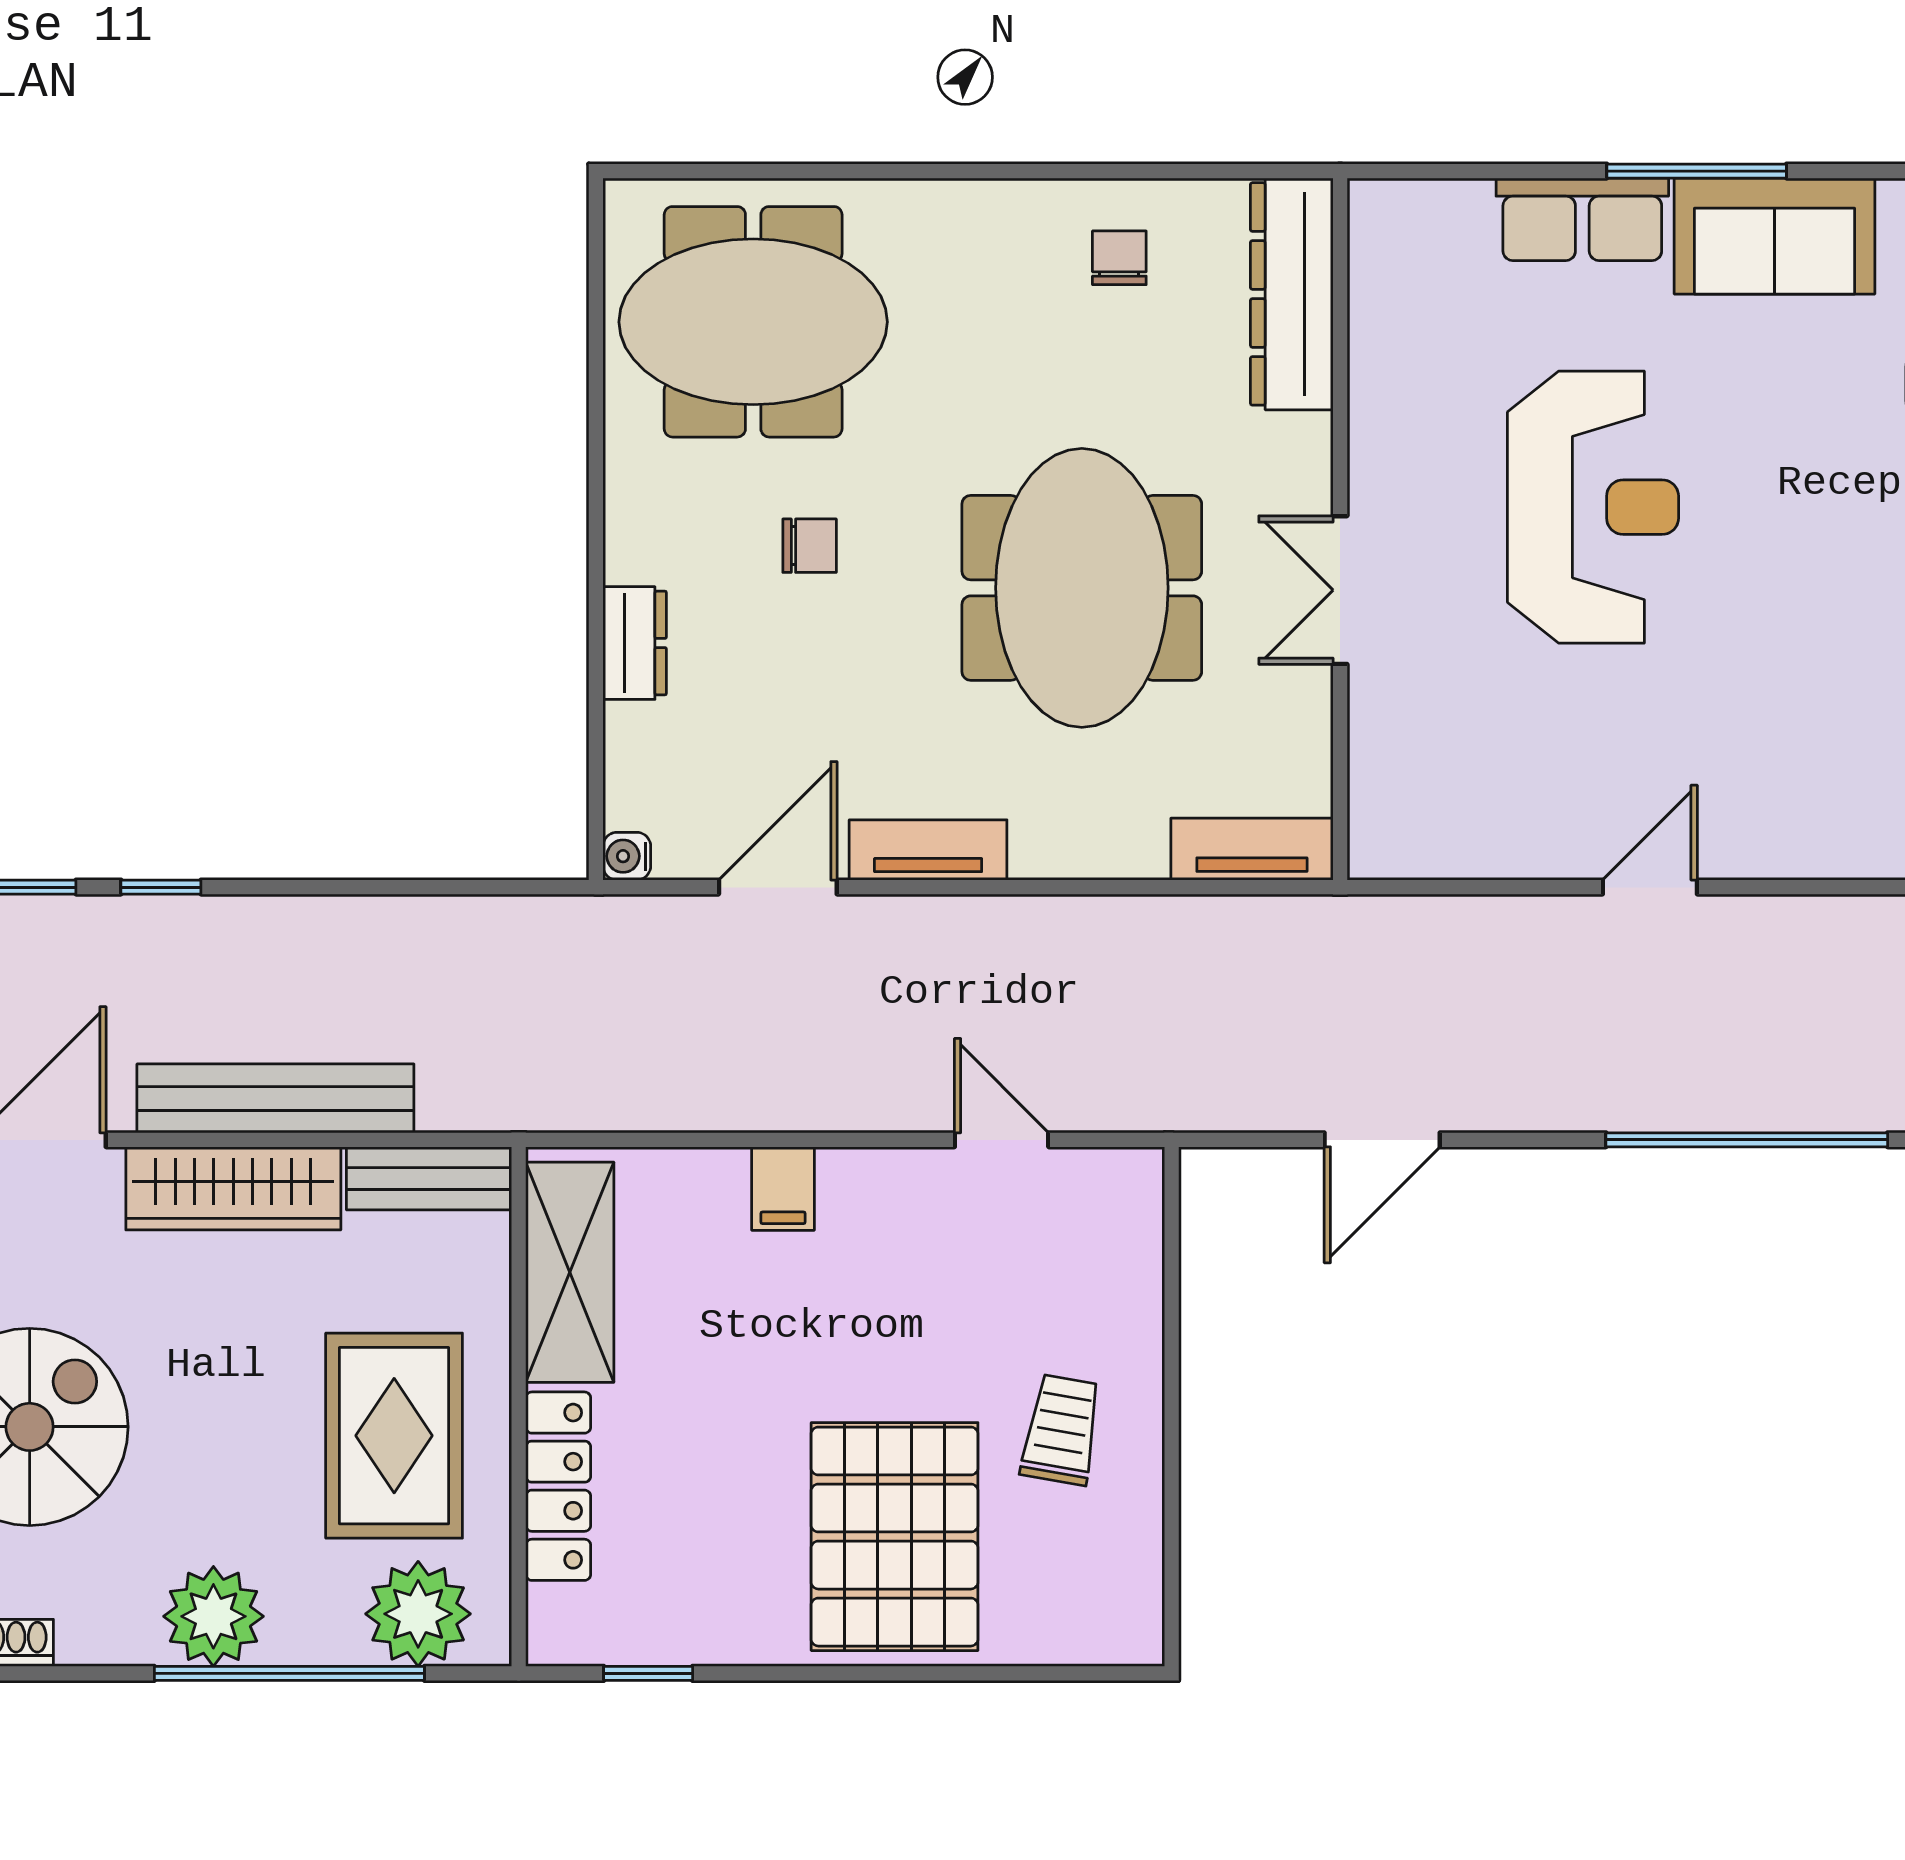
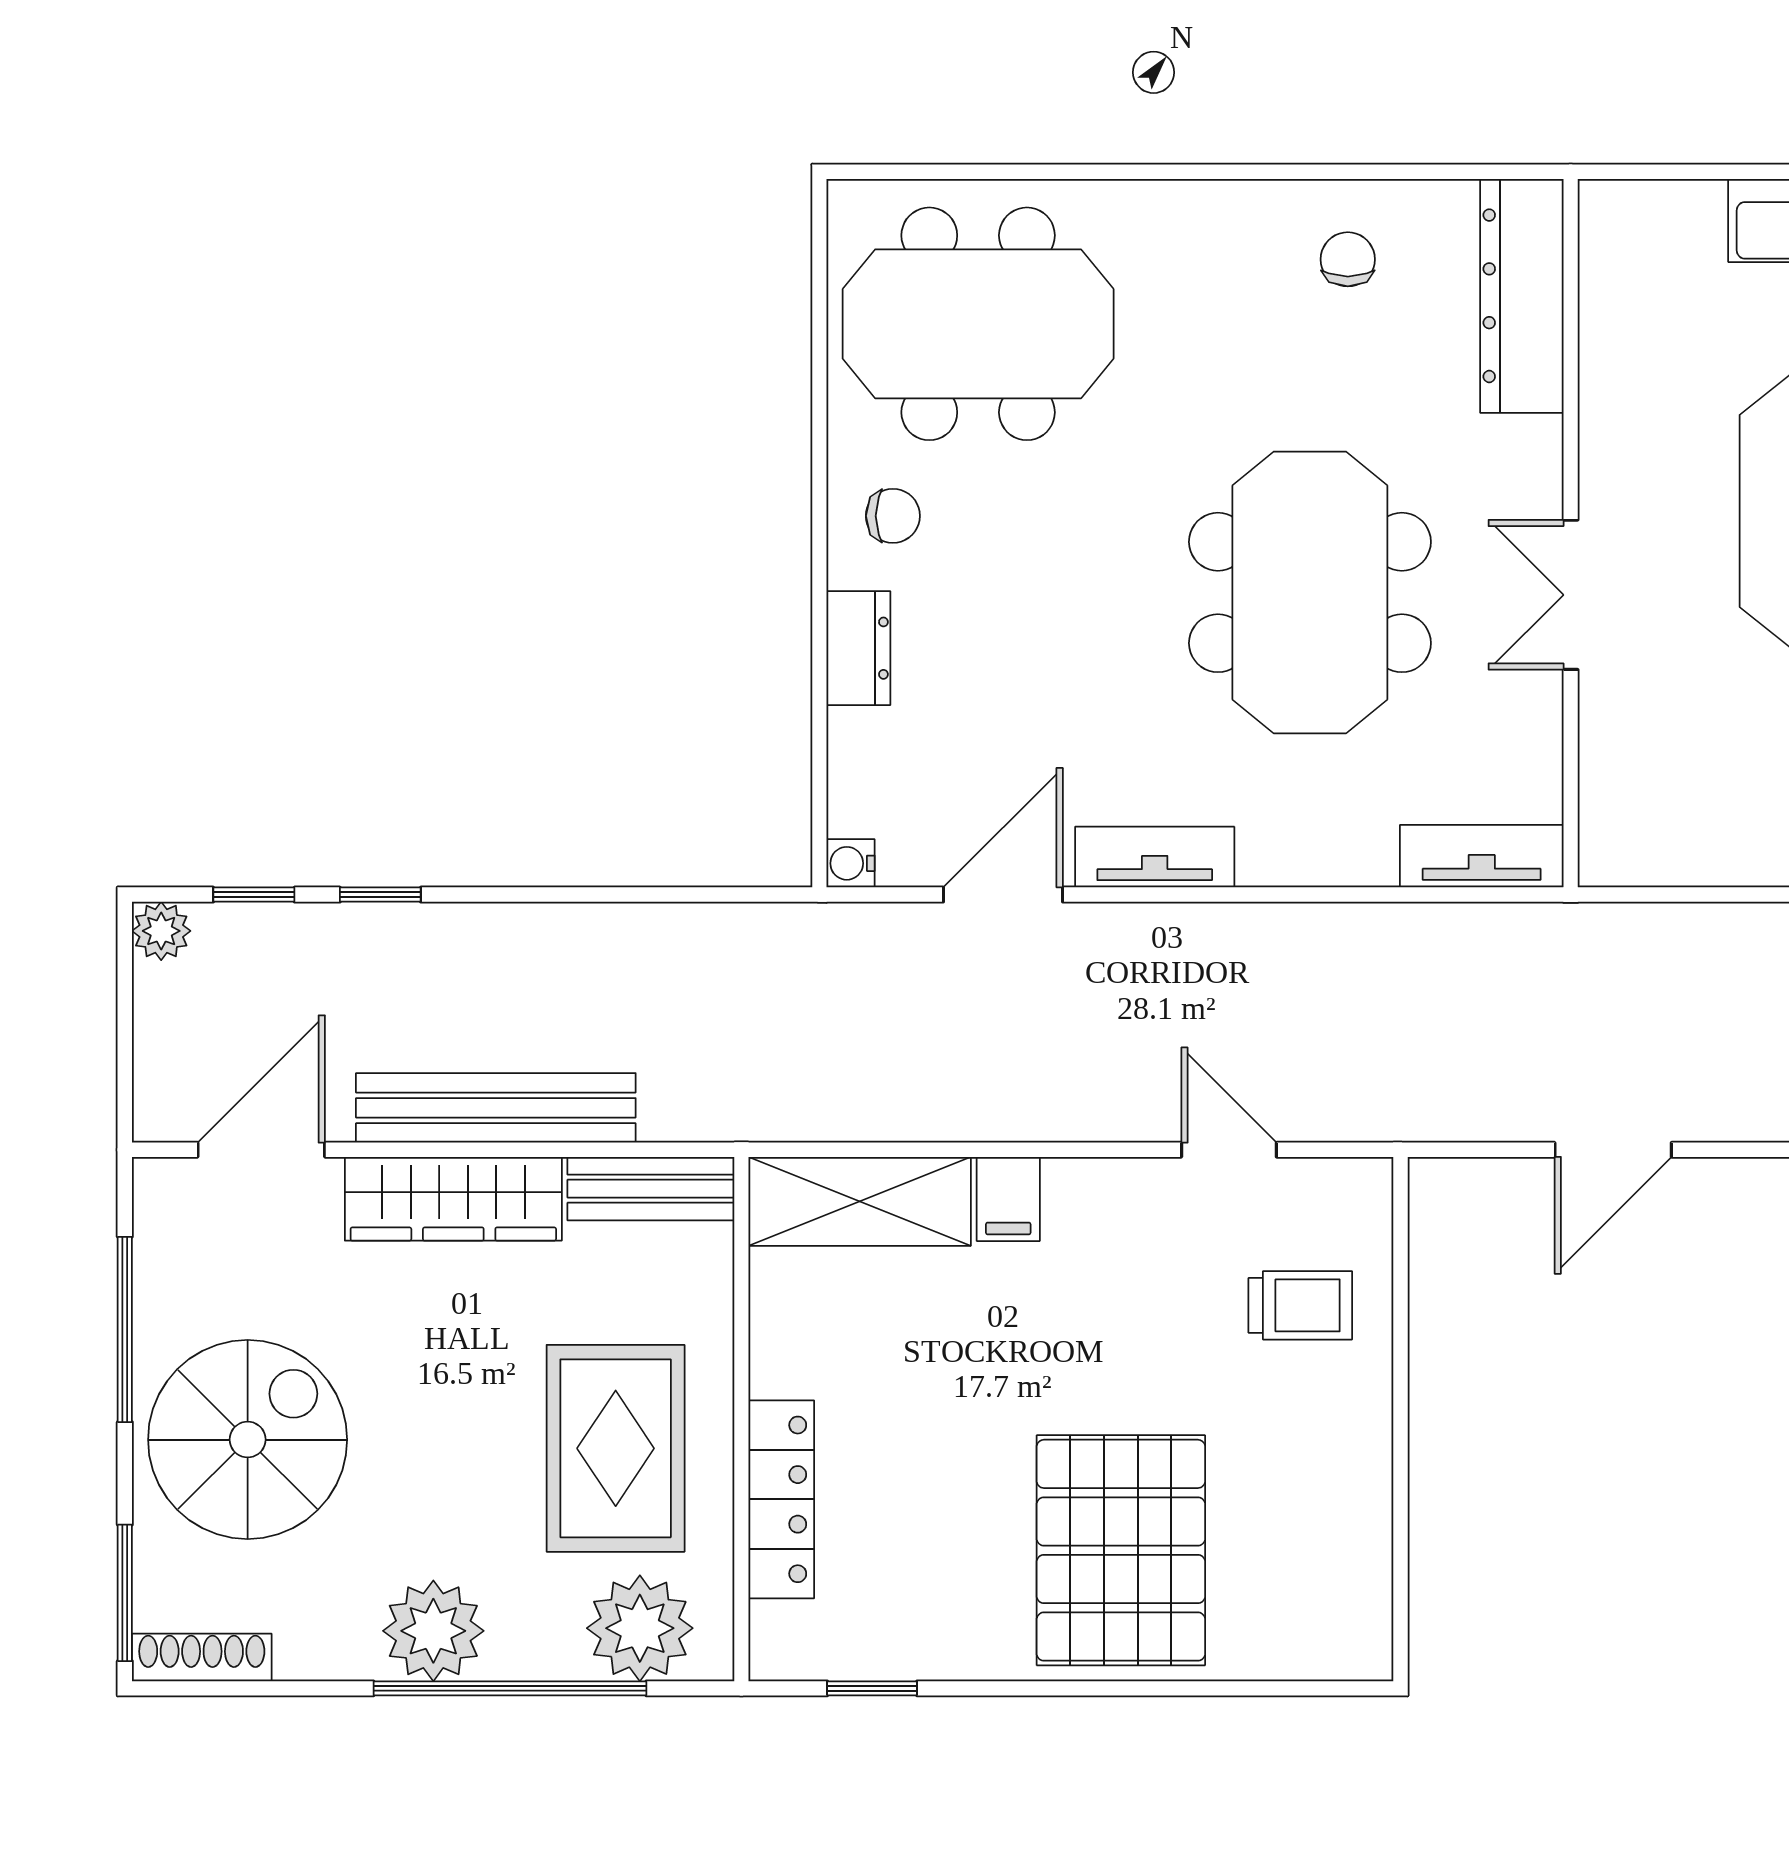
chair: (810, 546) -> (893, 516), moved
shelving: (570, 1272) -> (860, 1201), moved, turned 90
trolley: (1061, 1430) -> (1300, 1305), moved, turned 80

